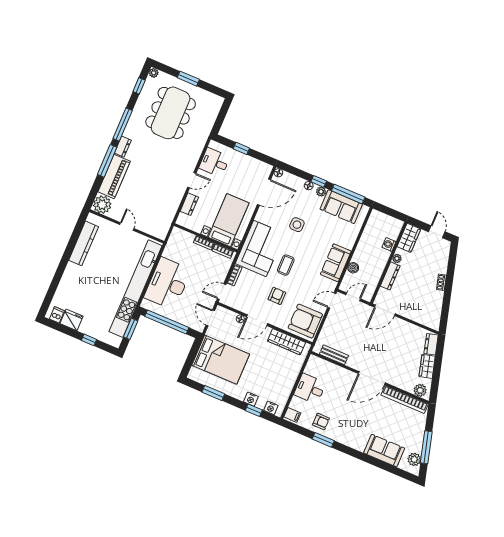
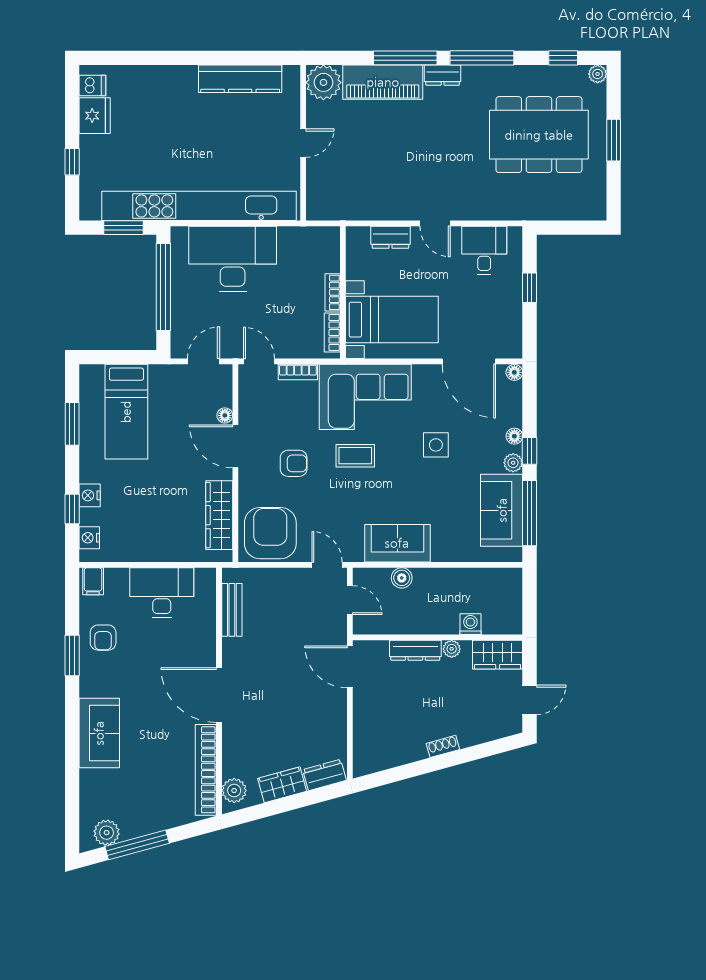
bed: (221, 360) -> (126, 412), width x0.67
desk: (310, 389) -> (162, 593), width x1.37
sofa: (384, 451) -> (99, 733), moved

